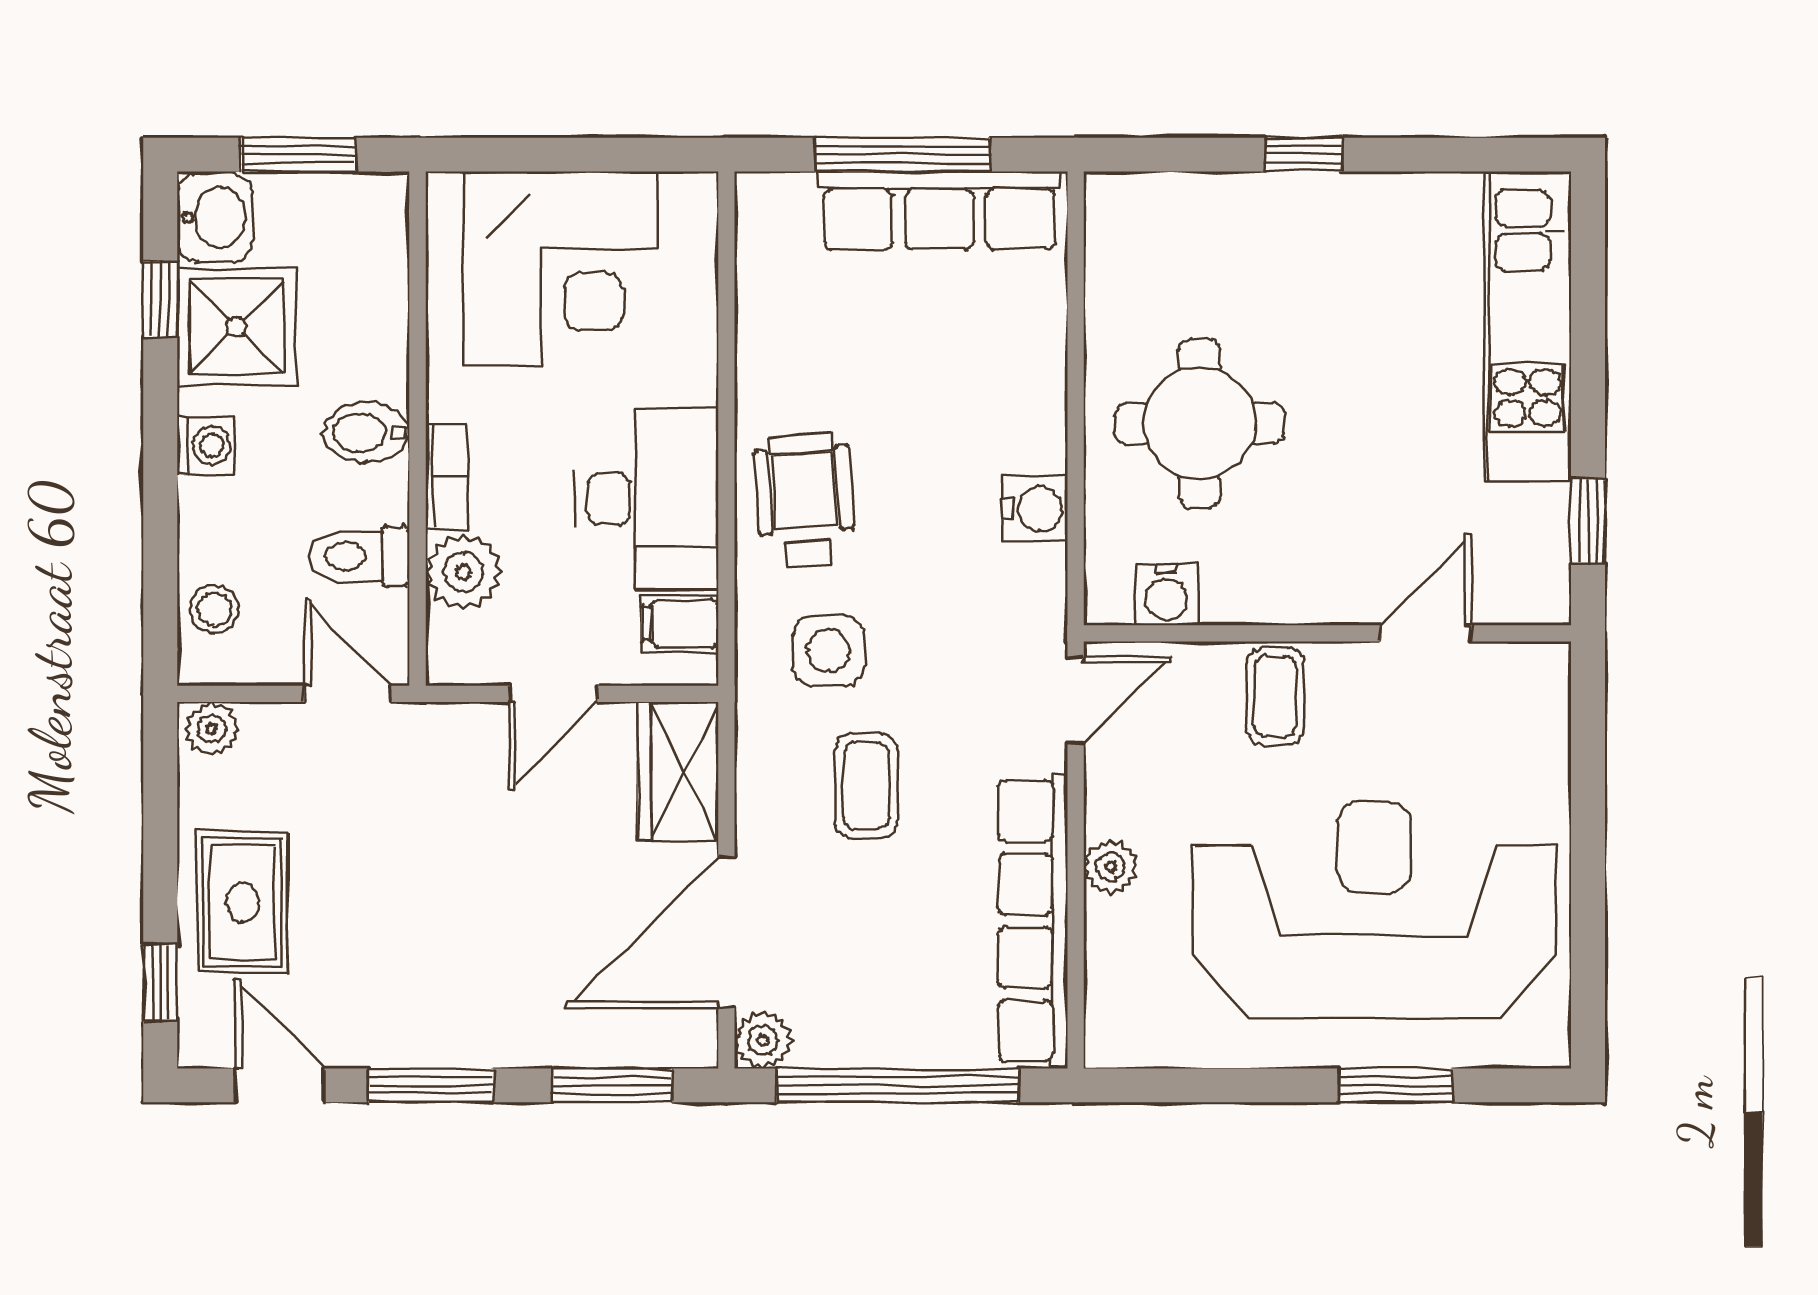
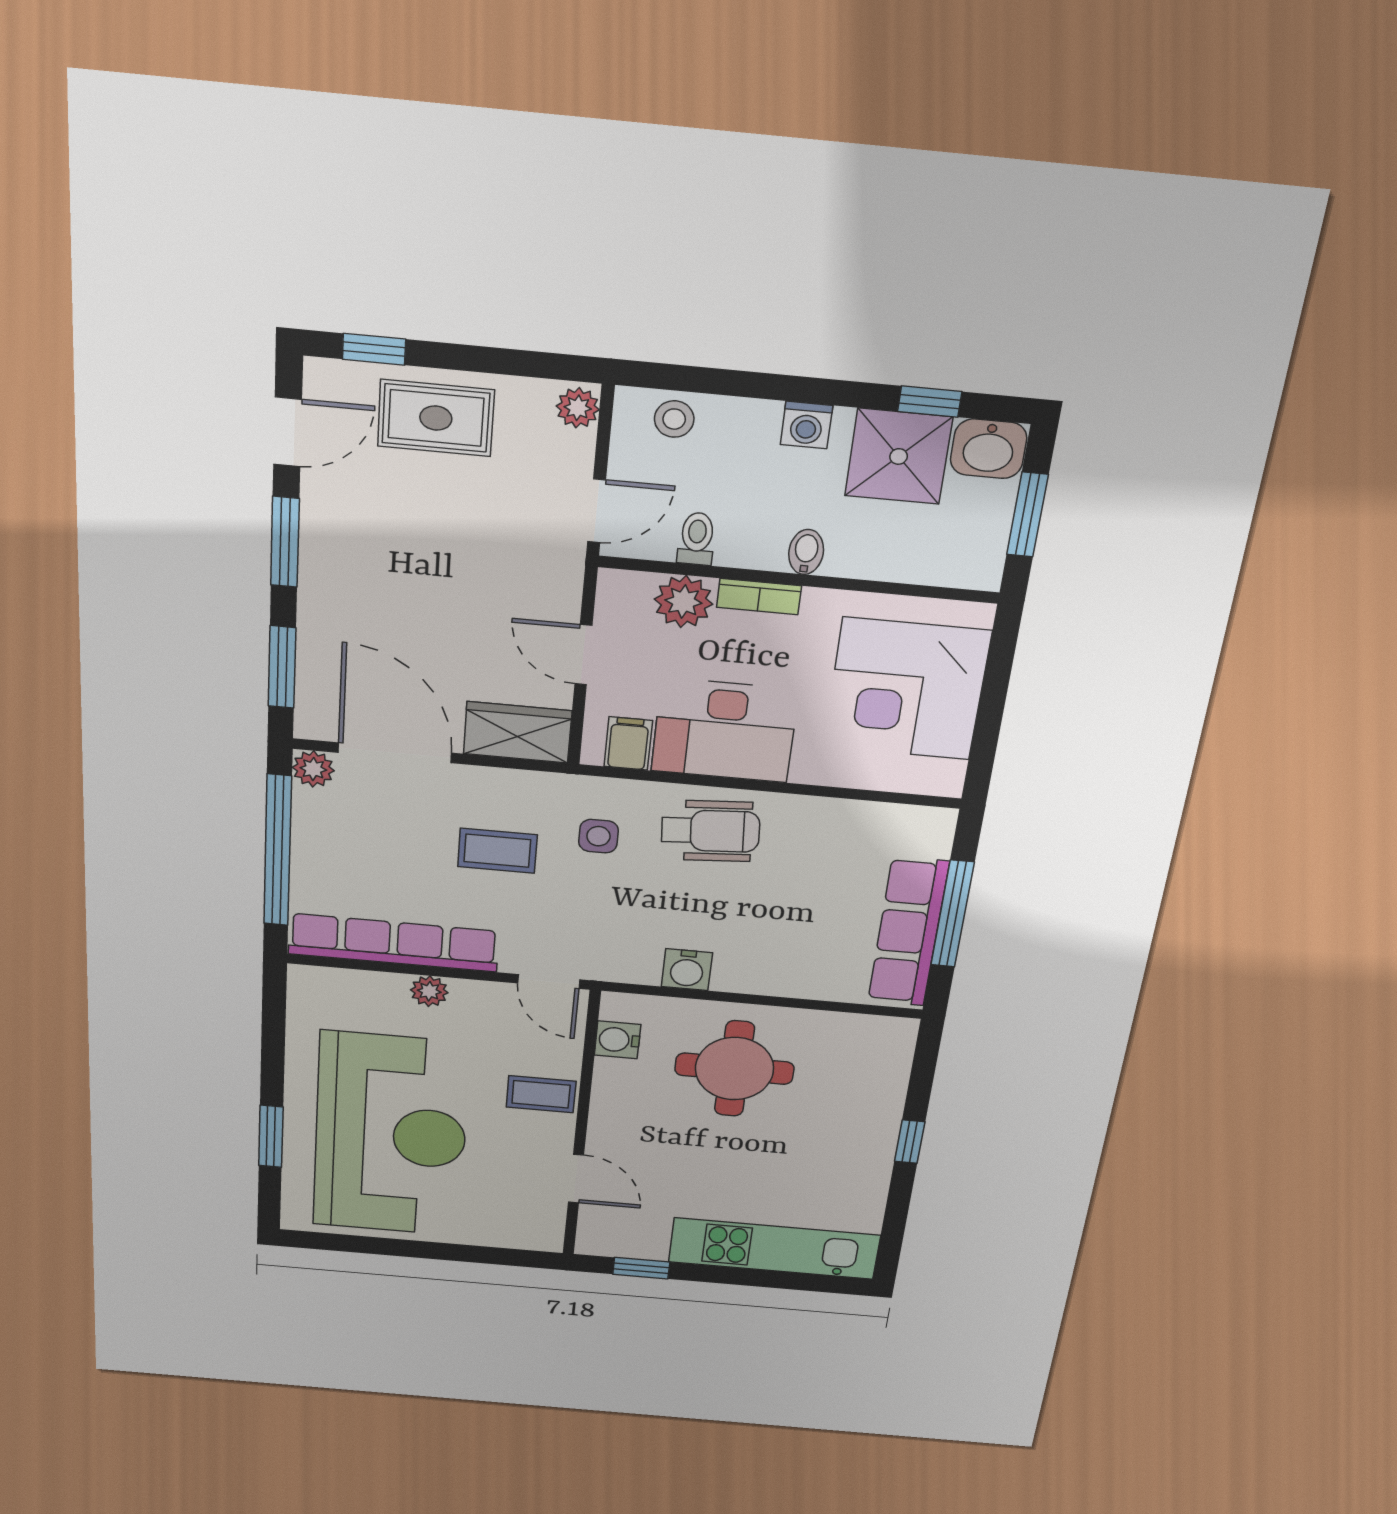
bidet: (366, 433) -> (806, 552), width x0.72, depth x0.74
toilet: (359, 556) -> (697, 539), width x0.73, depth x0.72
side table: (829, 651) -> (598, 836), width x0.73, depth x0.73

